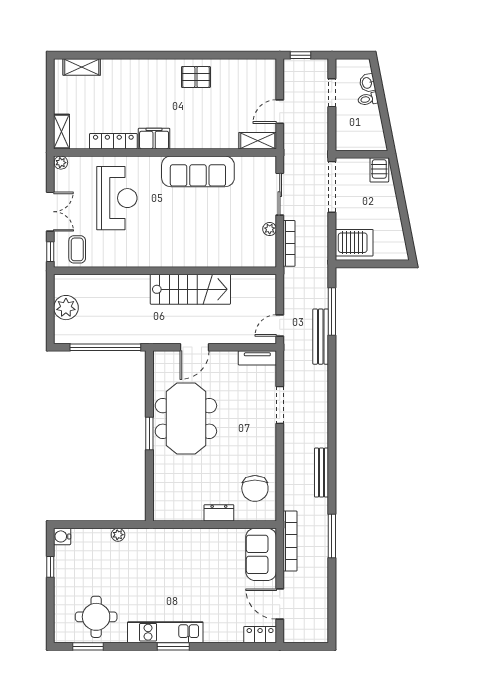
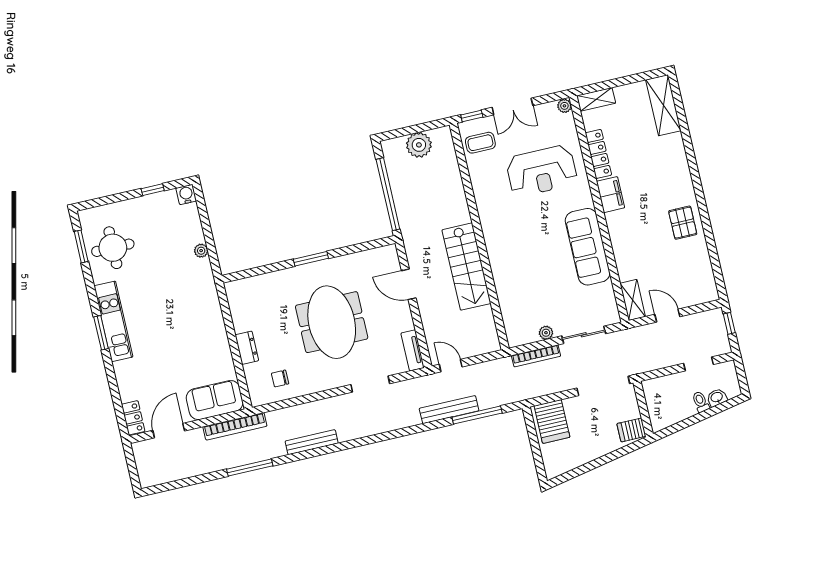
shelving: (82, 67) -> (663, 105), width x1.50, depth x1.33
meeting table: (186, 418) -> (332, 322), moved, turned 90
chair: (255, 488) -> (280, 378), width x0.54, depth x0.54

